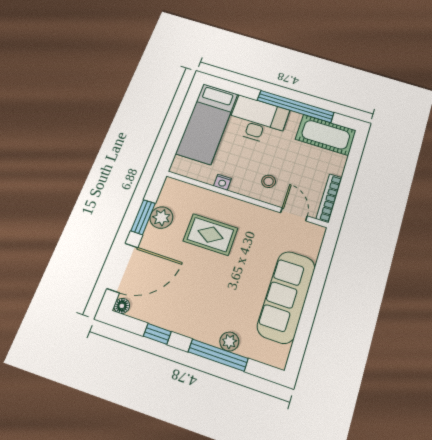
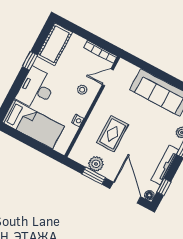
window: (295, 106) -> (30, 61), width x0.32
tv unit: (173, 323) -> (165, 165), added
window: (157, 334) -> (164, 187), moved

